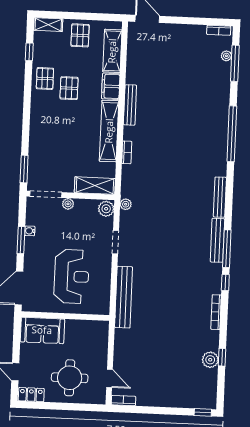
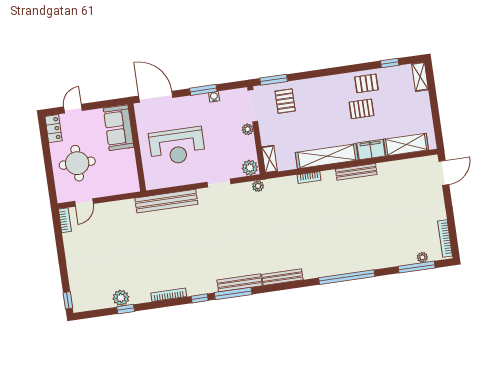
bookcase: (219, 30) -> (445, 238), width x1.56
pallet: (80, 35) -> (285, 101), moved, turned 90
shelving: (95, 186) -> (269, 159), width x0.67, depth x0.75

